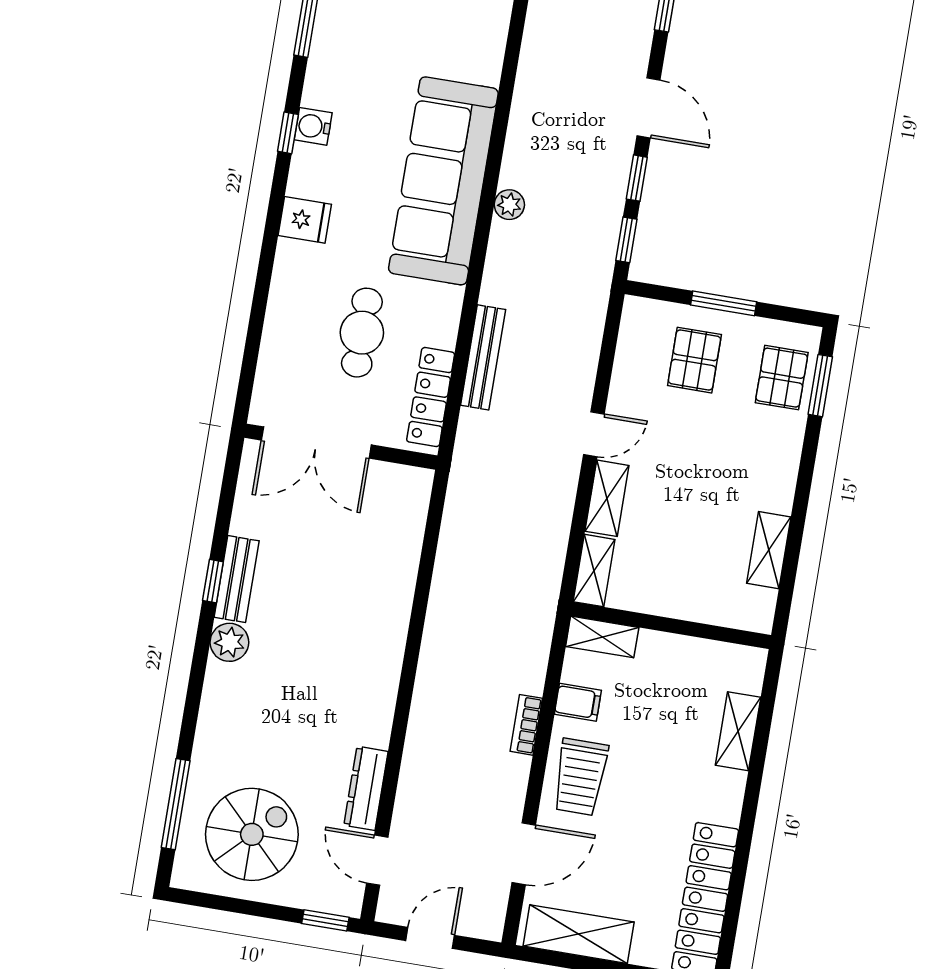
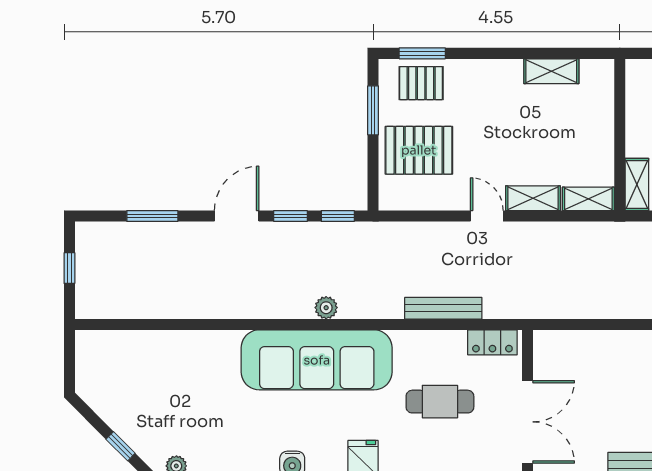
window: (724, 303) -> (373, 110), moved
pallet: (694, 360) -> (419, 150), width x1.50, depth x1.42
locker: (431, 397) -> (492, 342), width x0.66

